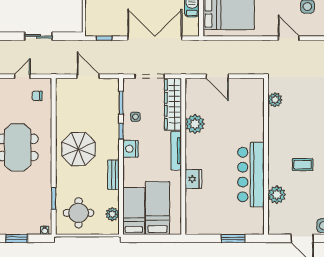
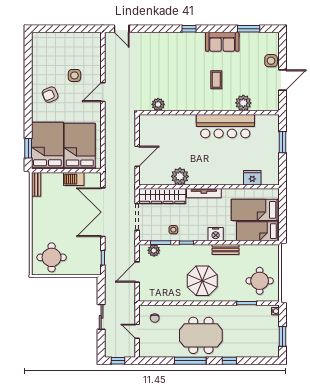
nightstand: (131, 149) -> (216, 234), moved
fridge: (193, 179) -> (252, 178), moved
plant: (112, 214) -> (154, 250), moved

